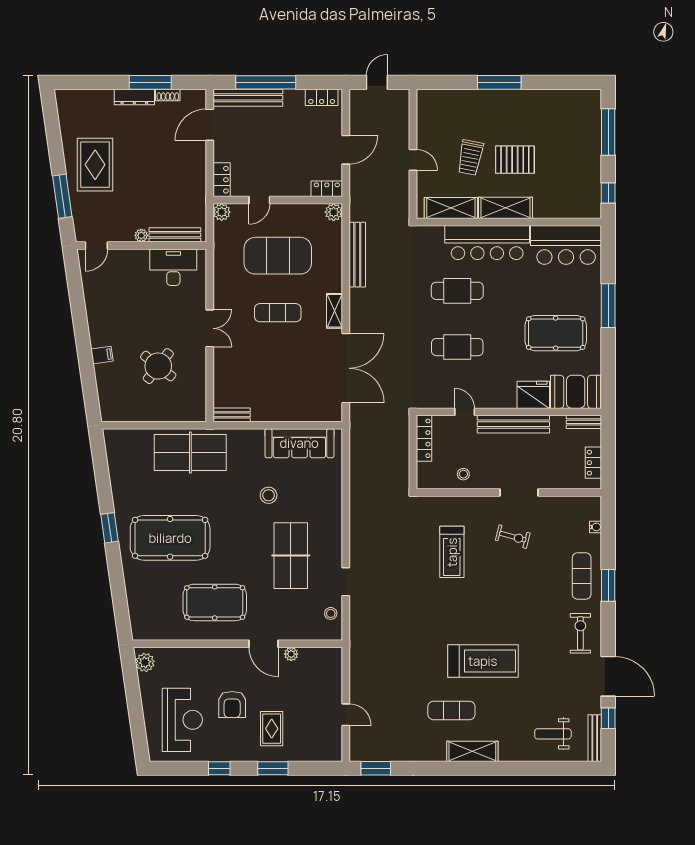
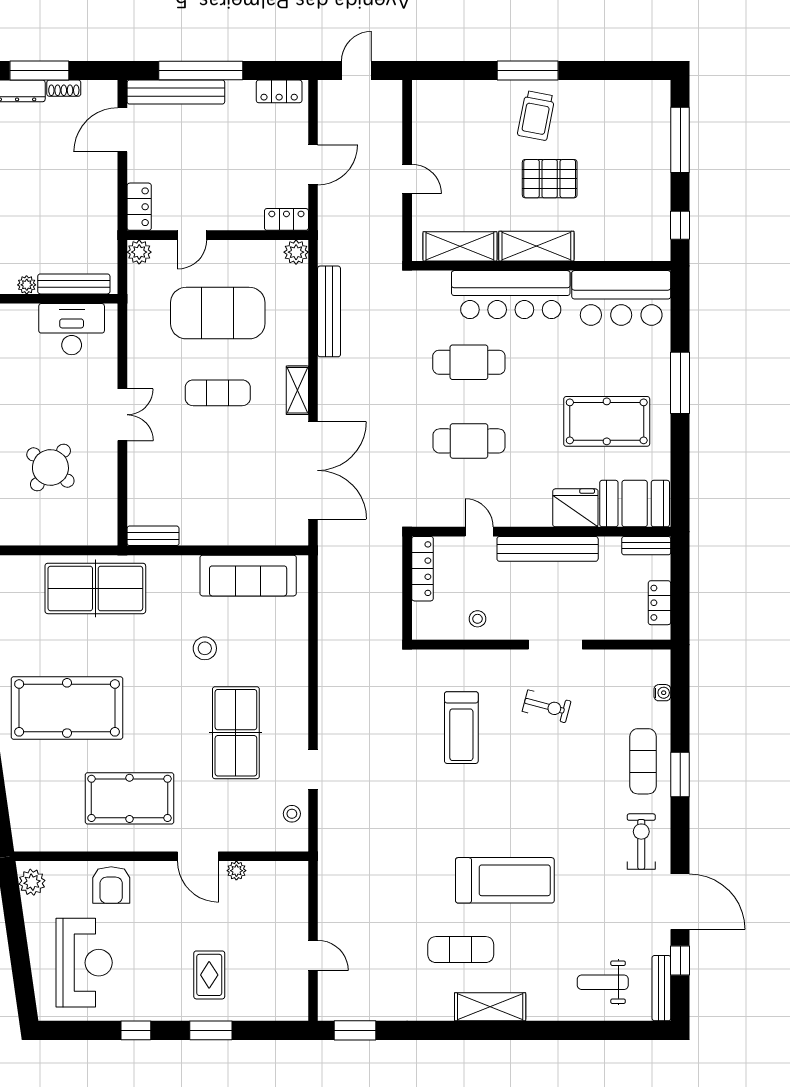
trolley: (470, 158) -> (536, 116), moved
armchair: (232, 705) -> (111, 885), moved

